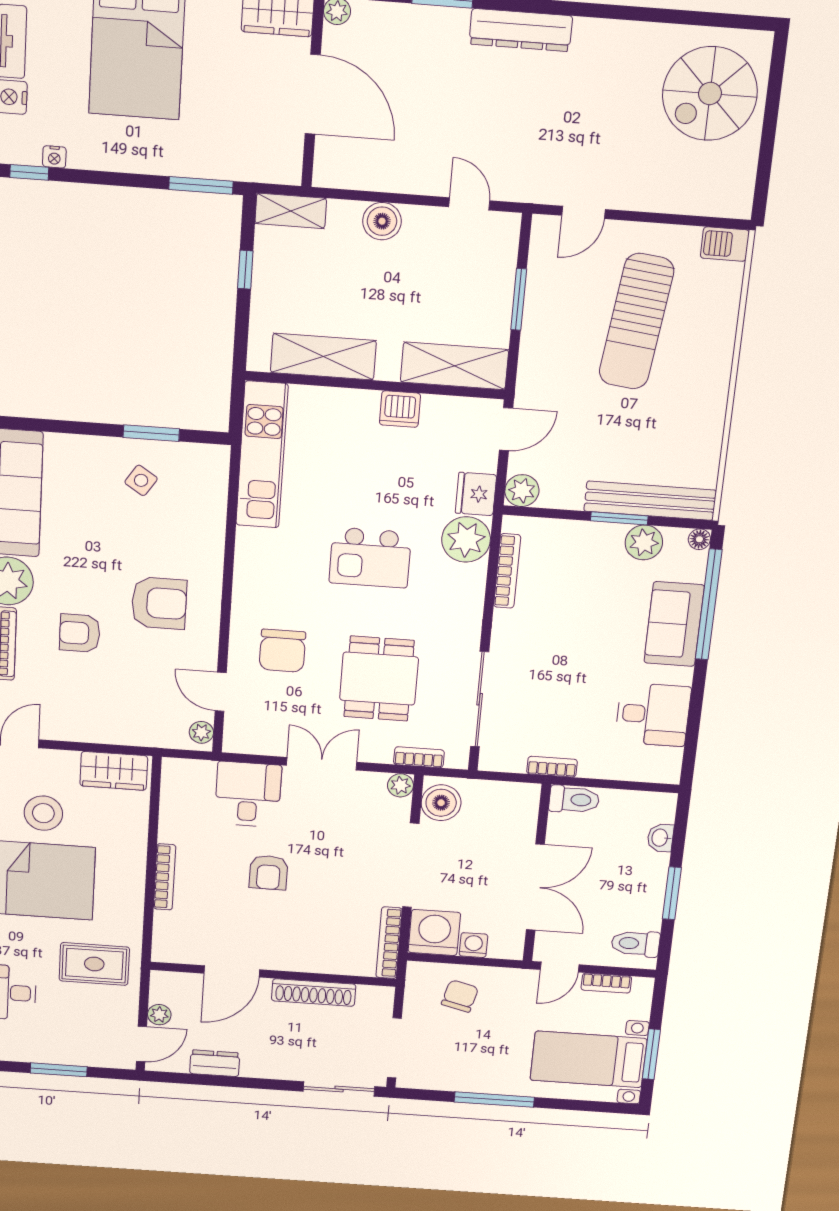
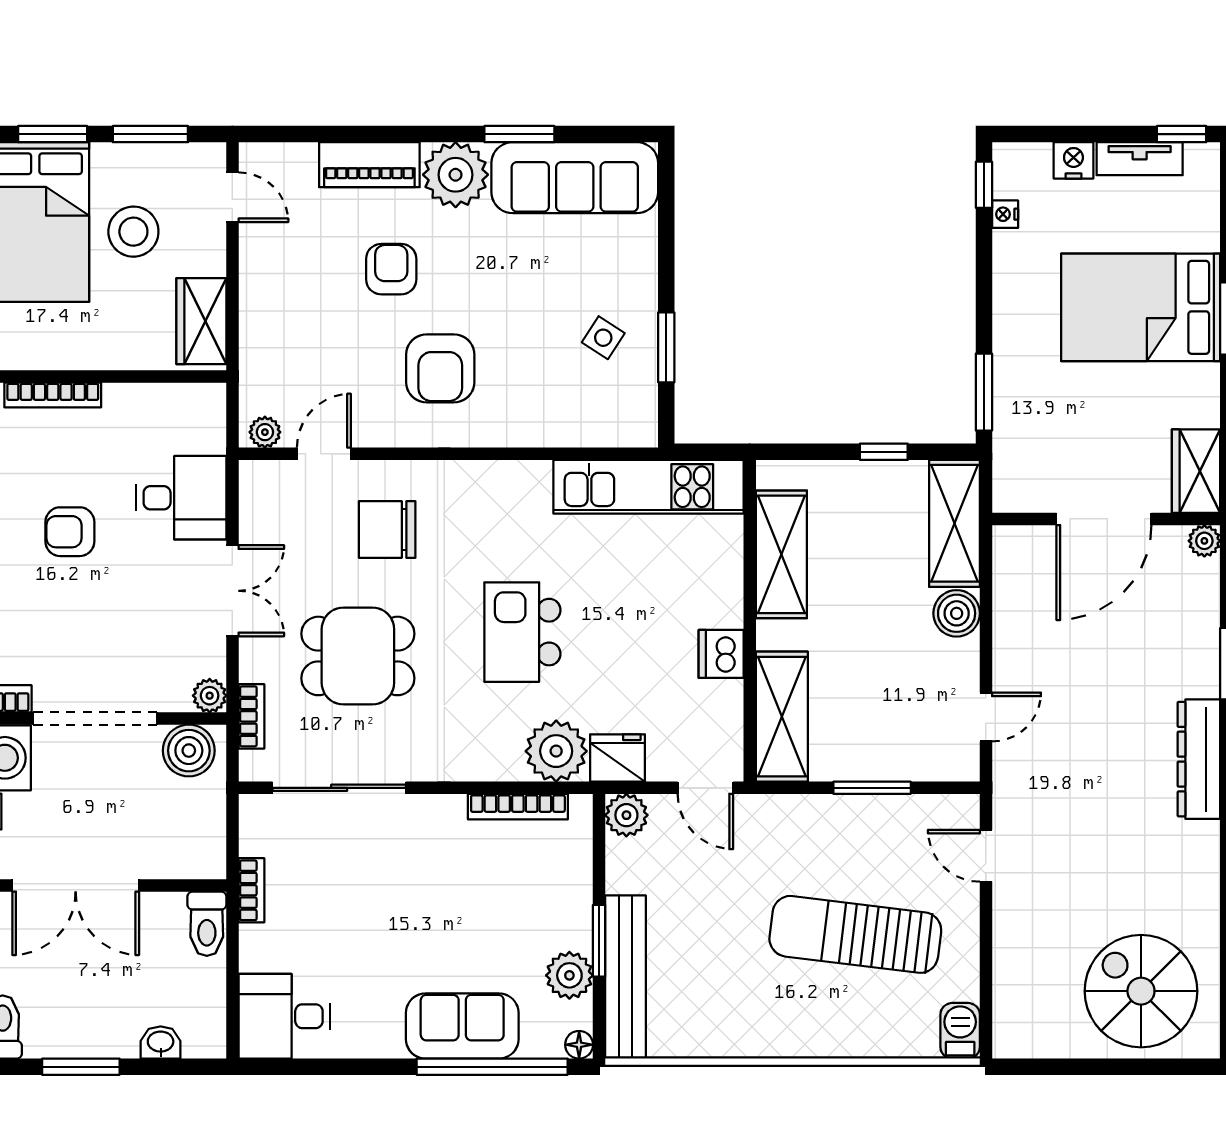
shelving: (291, 211) -> (954, 523), width x1.50, depth x1.33
desk: (653, 714) -> (284, 1016), moved, turned 90

